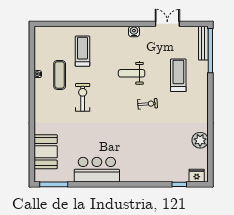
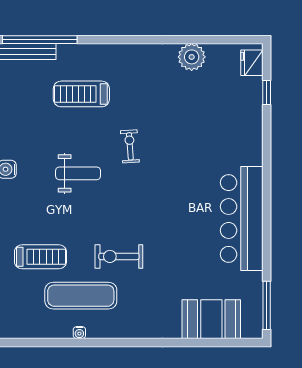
treadmill: (82, 51) -> (40, 257), turned 180
weight bench: (132, 73) -> (78, 173), turned -90
exercise mat: (60, 75) -> (81, 296), width x1.36, depth x1.45
bar counter: (97, 170) -> (242, 218), width x1.36

